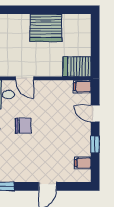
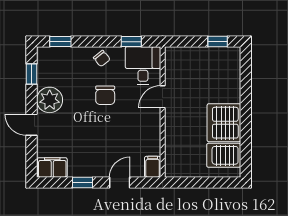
server rack: (77, 67) -> (224, 155), moved, turned -90
filing cabinet: (83, 163) -> (52, 167), width x2.00
plant: (27, 171) -> (50, 100), added

